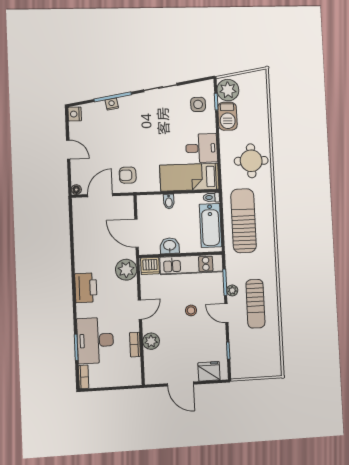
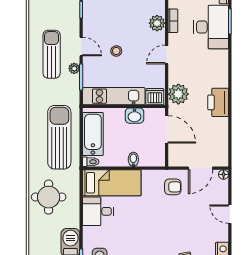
sun lounger: (244, 221) -> (59, 137), turned 180
printer: (86, 288) -> (218, 102), moved

